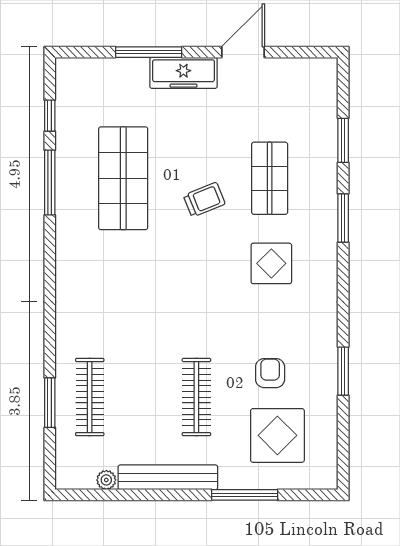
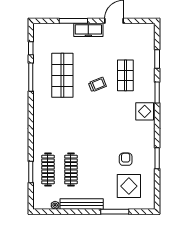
display table: (271, 263) -> (145, 111), moved
clothes rail: (196, 397) -> (71, 170), moved

